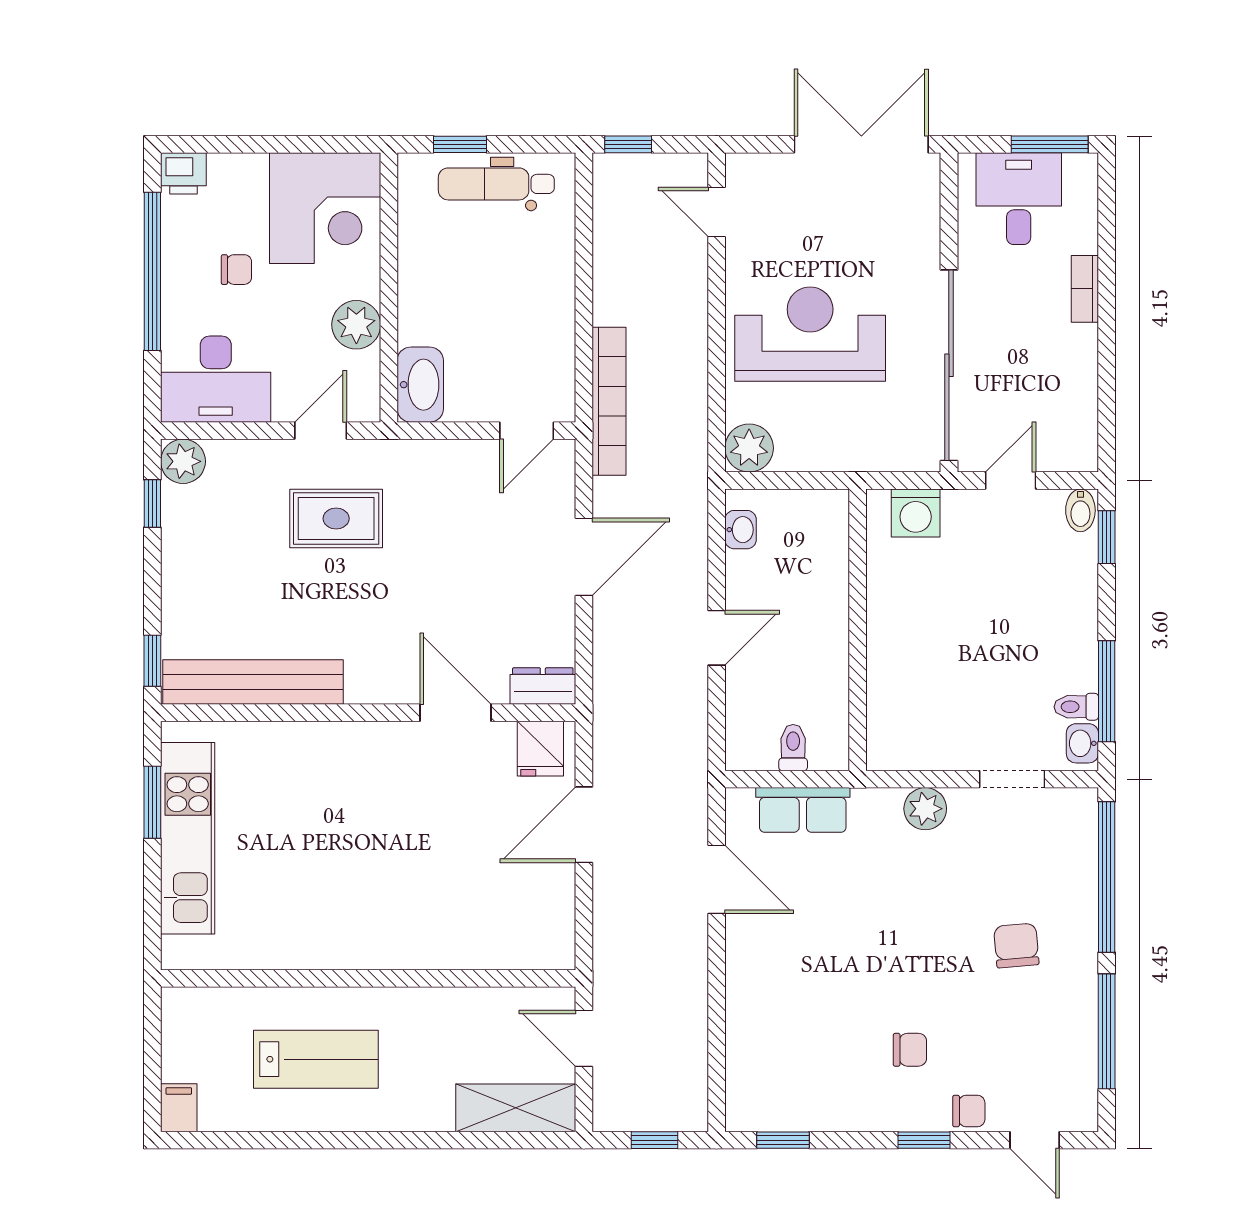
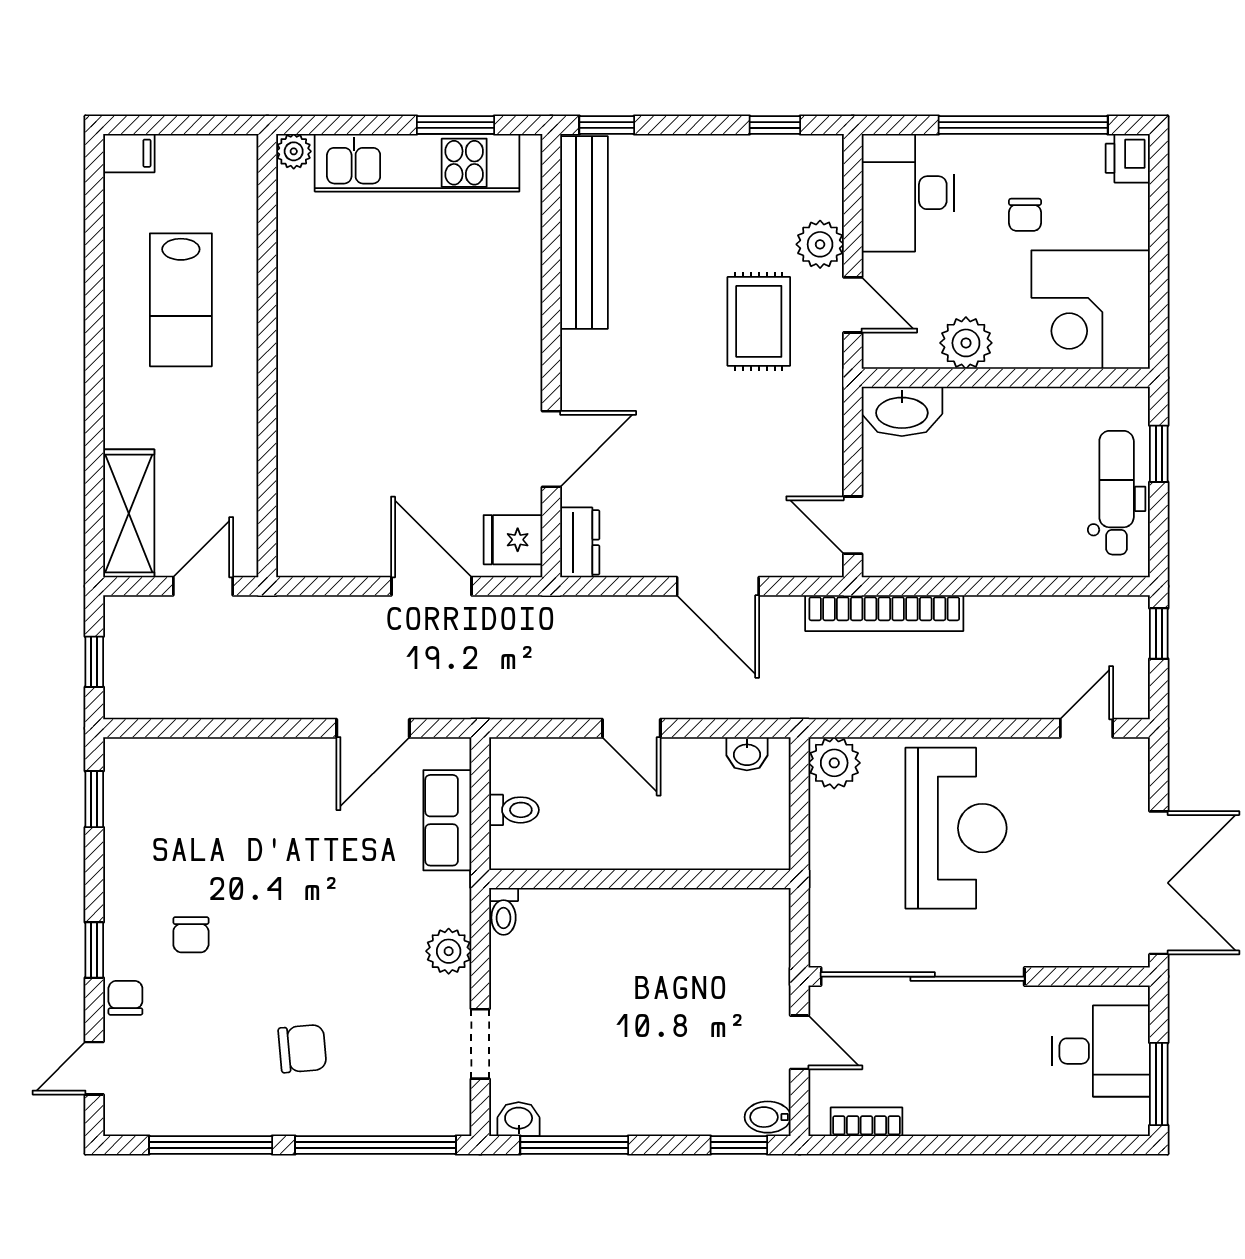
bookcase: (1085, 289) -> (867, 1122), moved
plant: (183, 461) -> (820, 244), moved
washing machine: (916, 513) -> (765, 941), removed
toilet: (1076, 707) -> (504, 911), moved, turned 180
plant: (177, 954) -> (294, 151), added
chair: (969, 1111) -> (125, 998), turned 180

